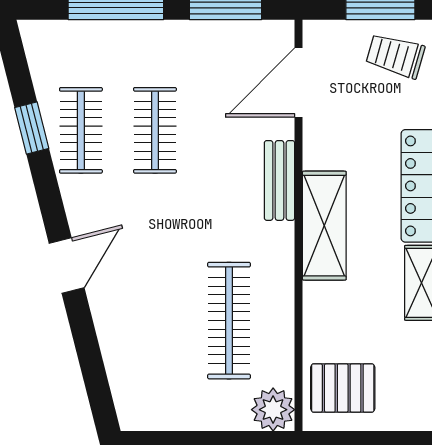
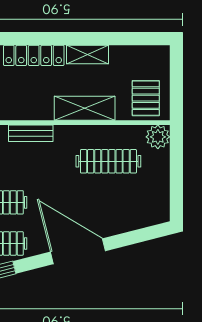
shelving: (324, 226) -> (85, 108), moved
door: (67, 266) -> (78, 251), width x1.88

